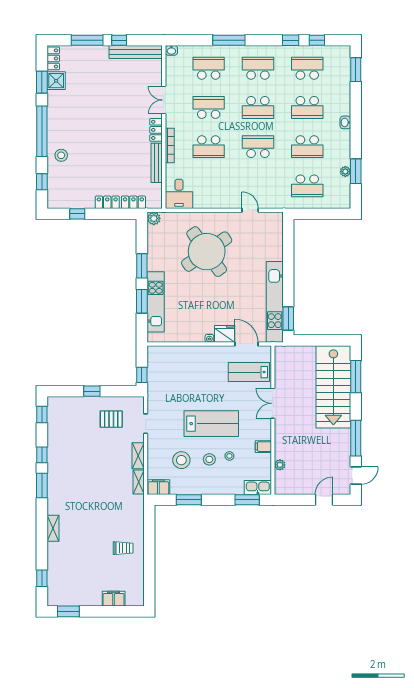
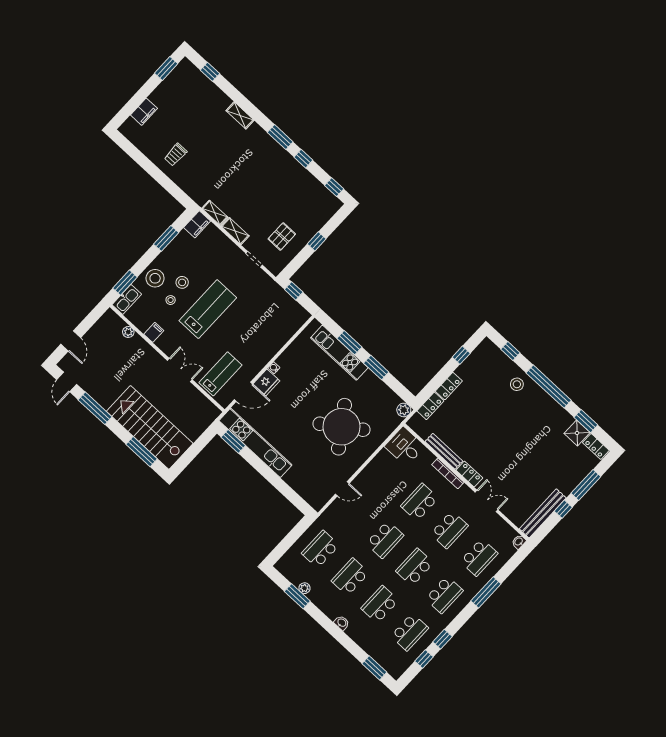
lab bench: (211, 424) -> (208, 309), turned 180
stool: (181, 460) -> (155, 278), moved

